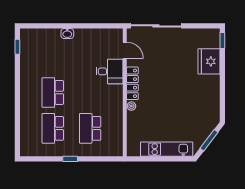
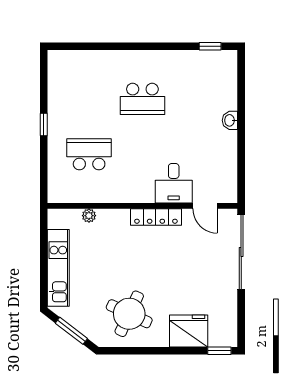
door: (125, 50) -> (205, 206), hinge flipped
school desk: (53, 92) -> (142, 99), turned 180
round table: (198, 101) -> (129, 314), added
plant: (131, 106) -> (89, 216), moved
school desk: (53, 128) -> (89, 99), removed

